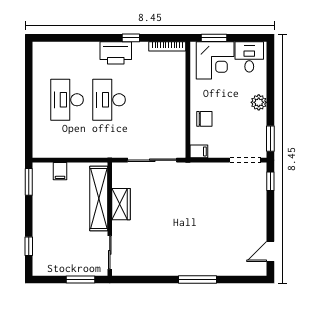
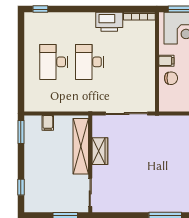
window: (131, 38) -> (40, 9), moved
printer: (116, 53) -> (109, 22), moved
filing cabinet: (199, 151) -> (166, 61), moved

